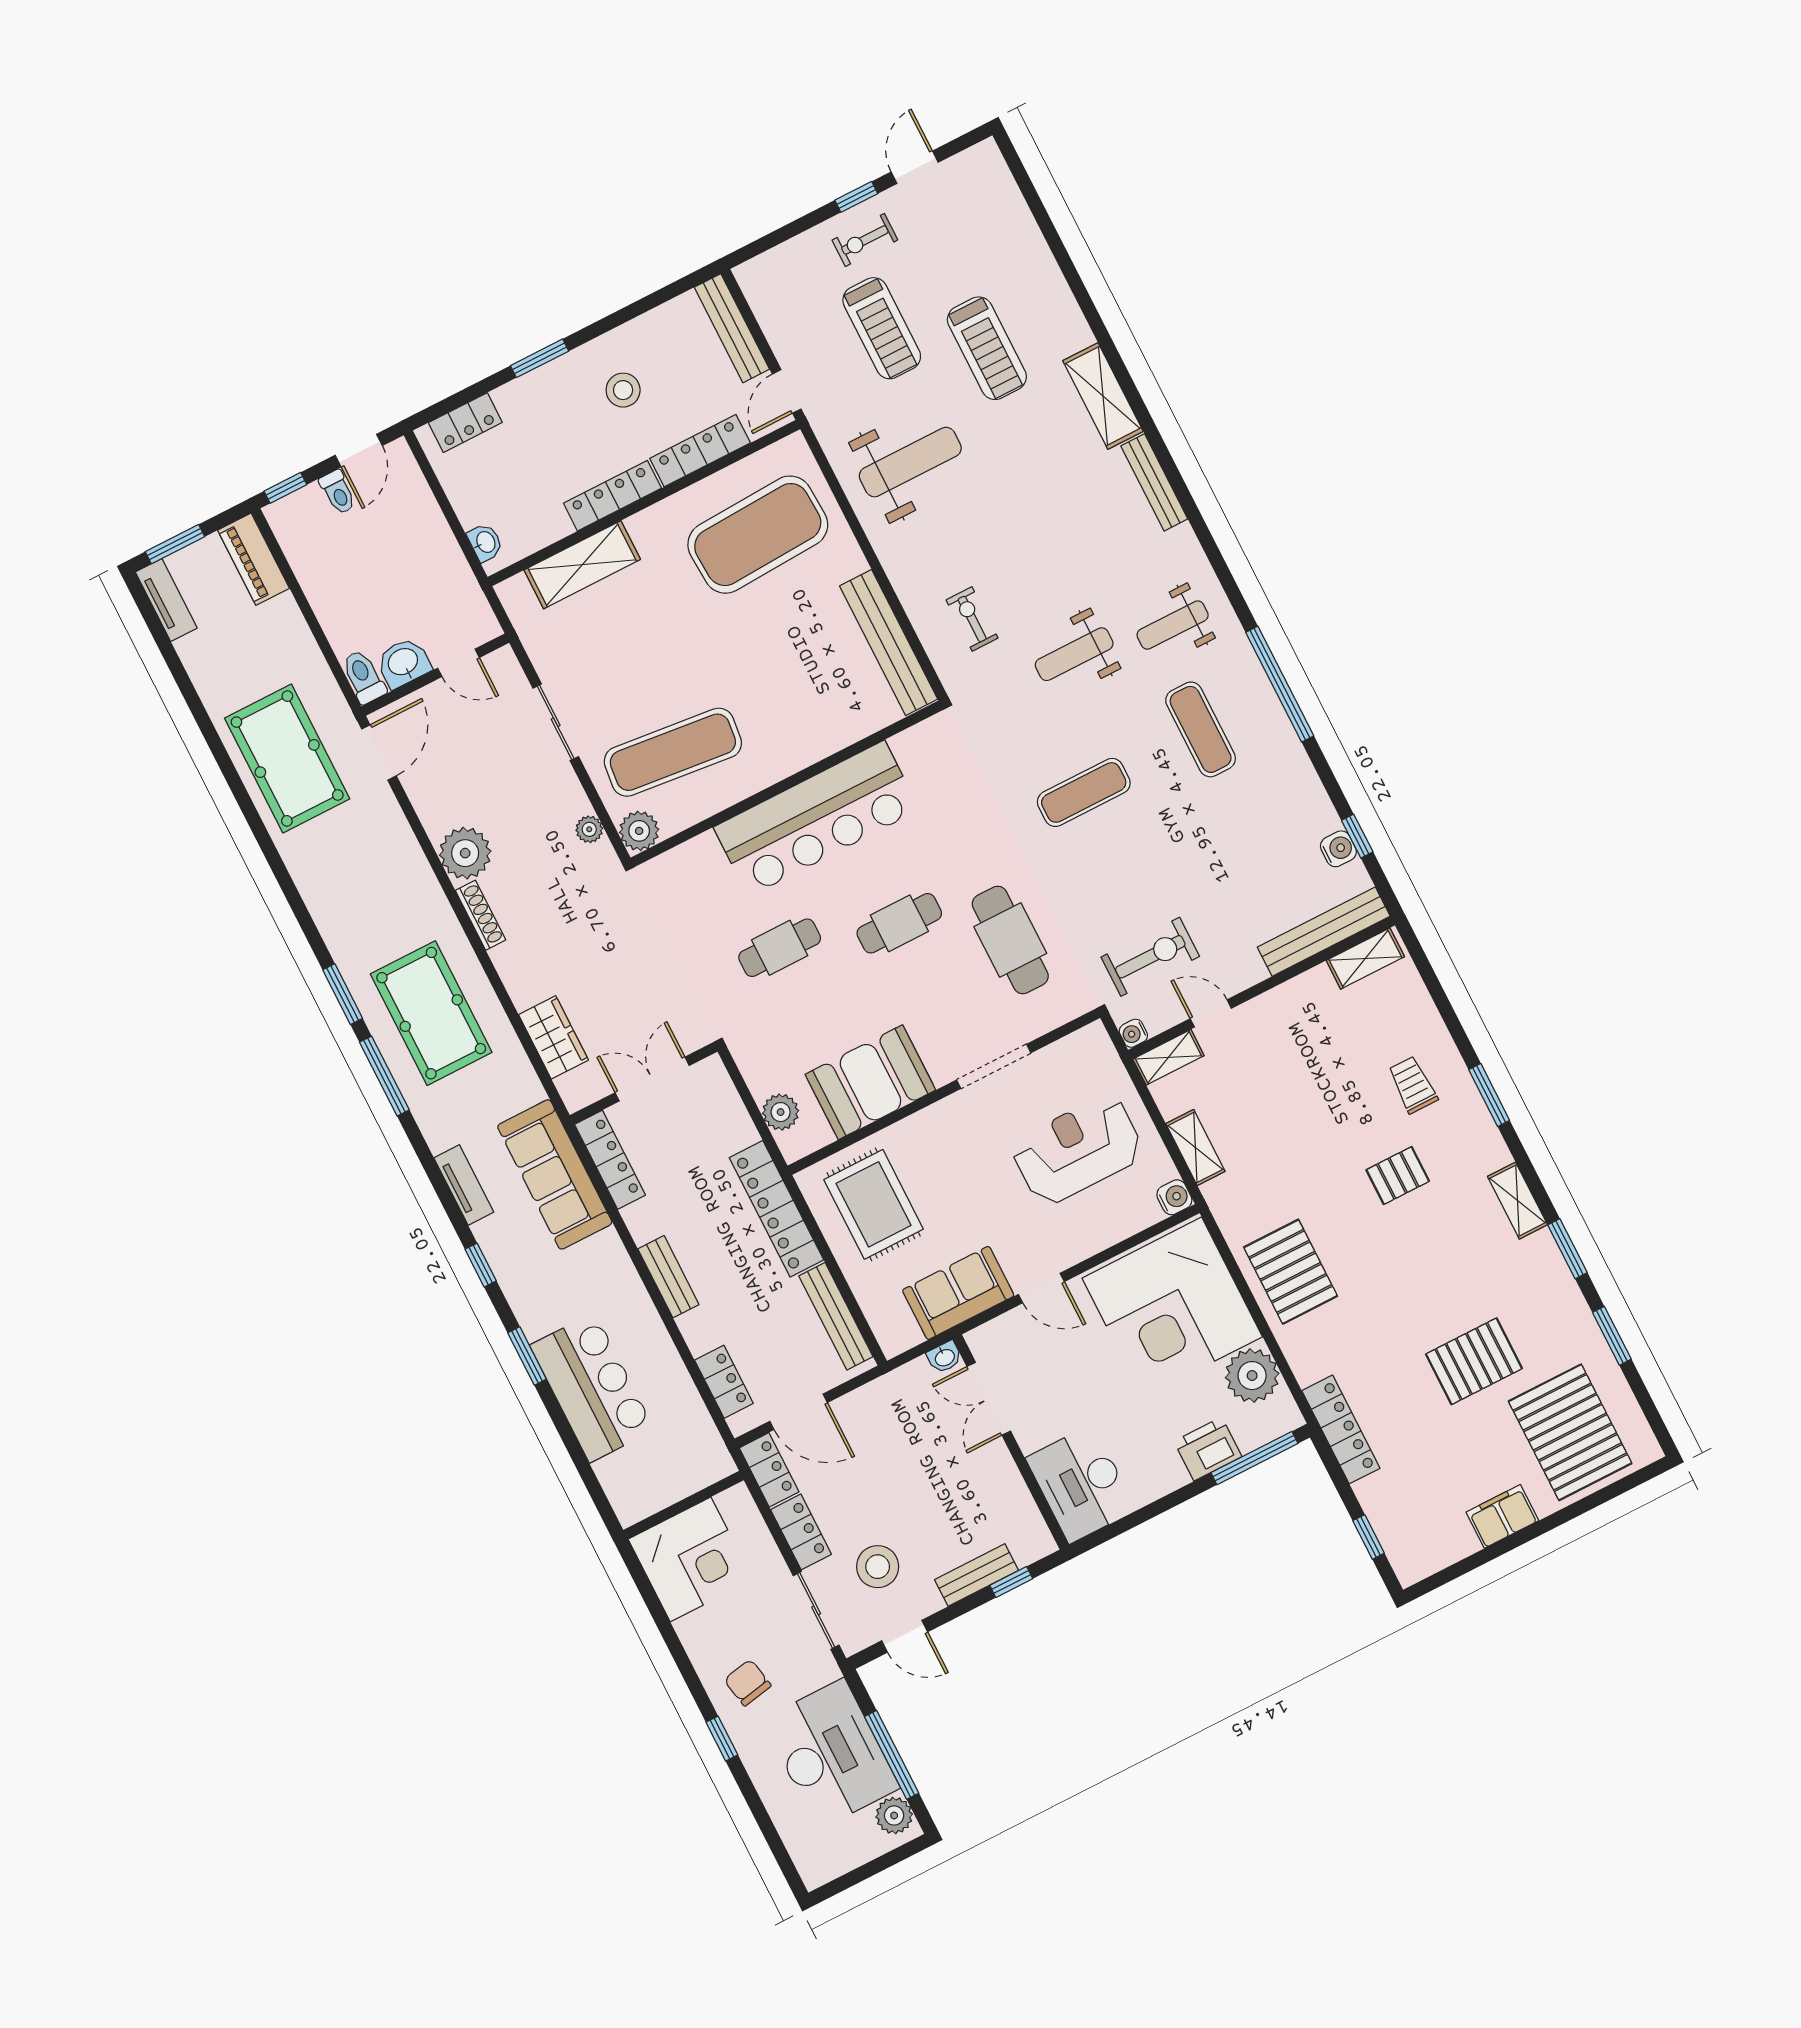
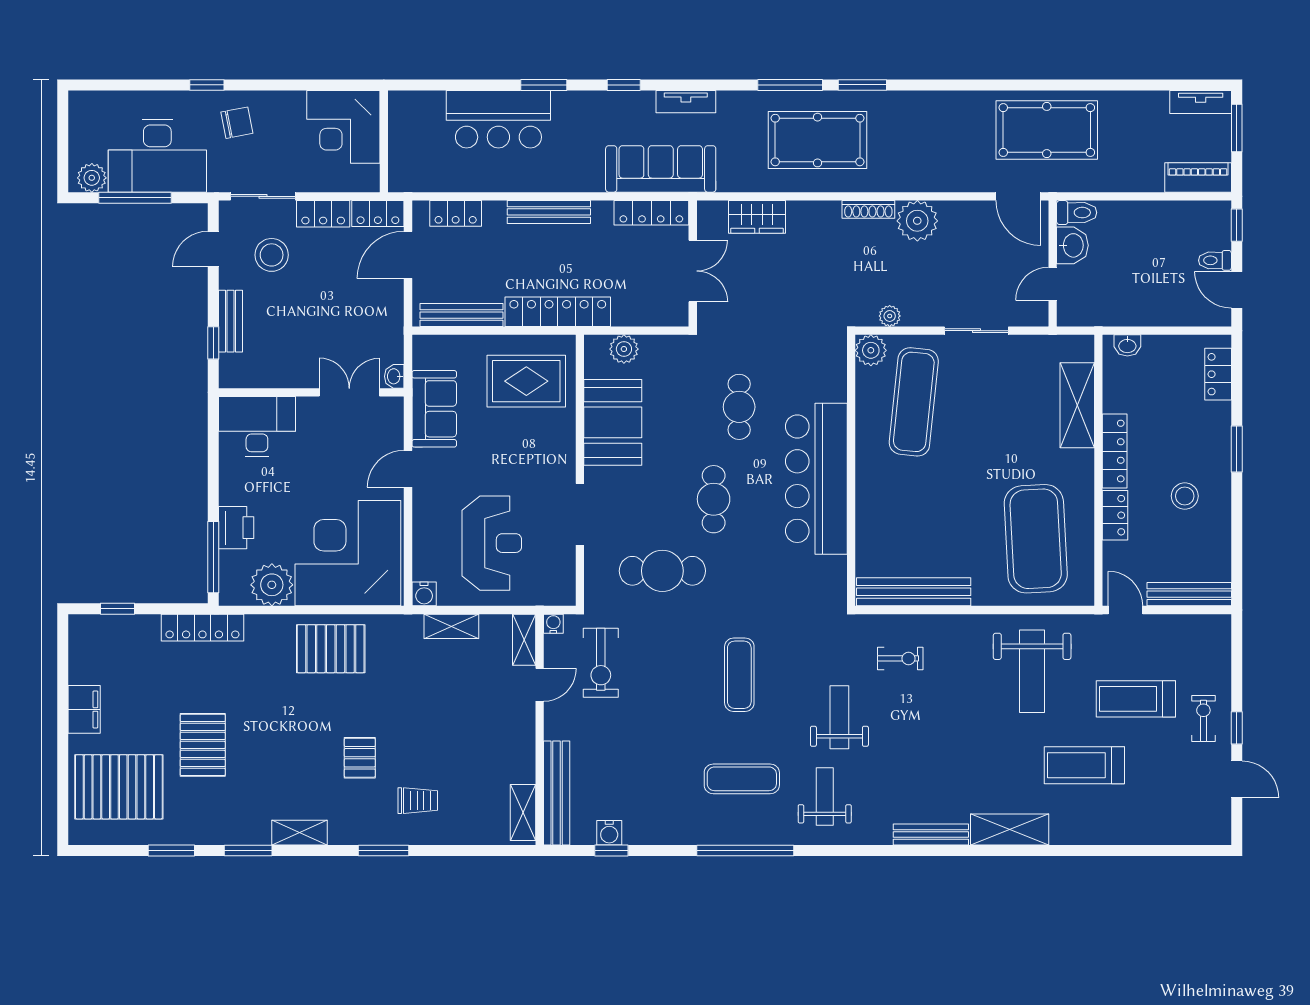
locker: (700, 451) -> (1115, 515), width x0.66
bench: (668, 1277) -> (549, 212), width x1.36

